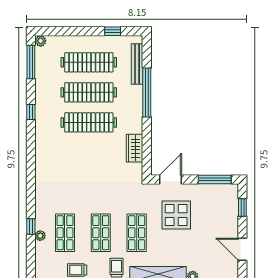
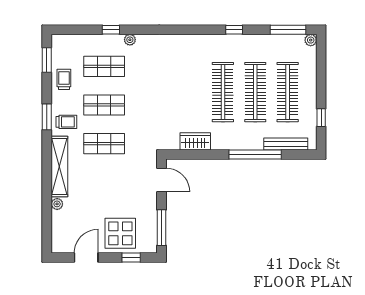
display table: (176, 215) -> (120, 233), moved
plant: (40, 236) -> (130, 40), moved

